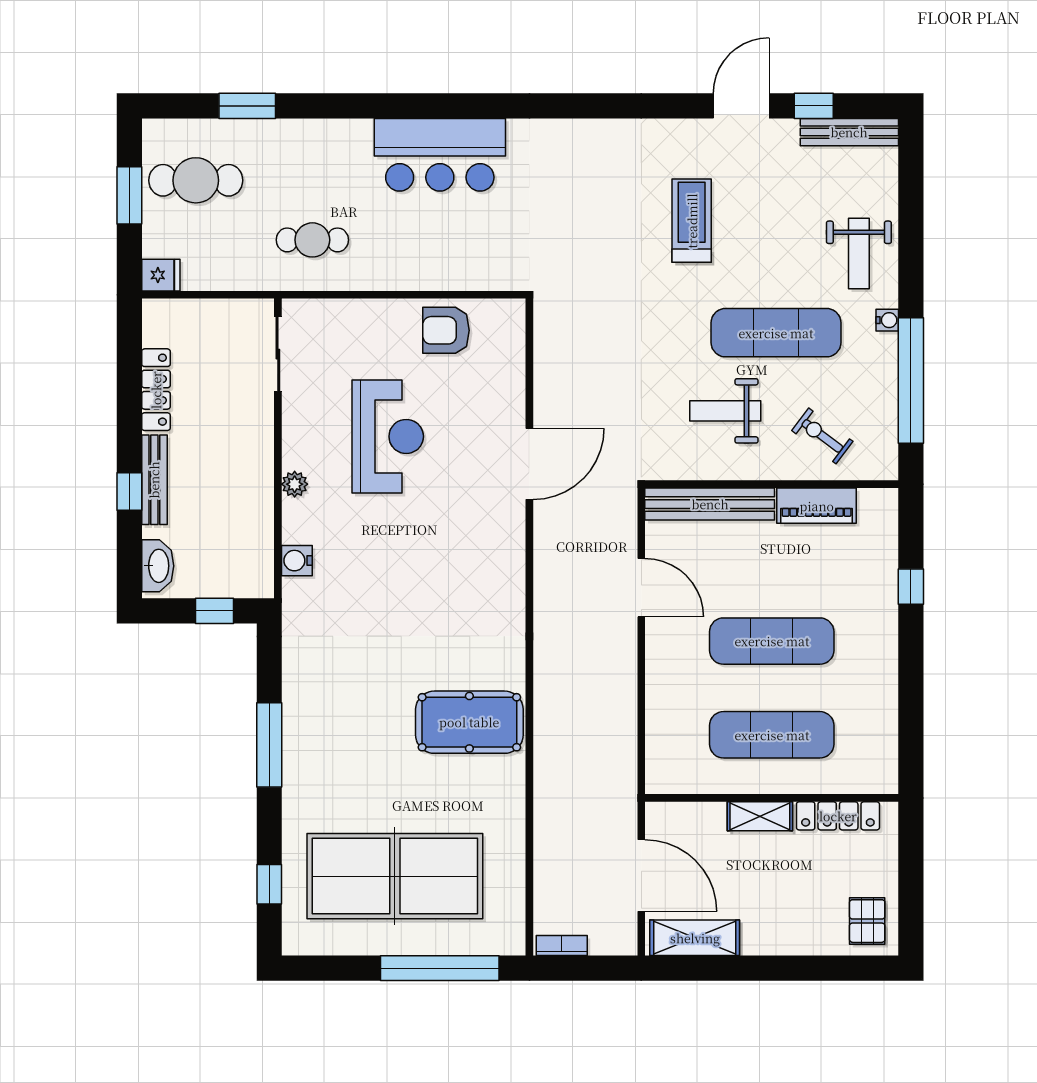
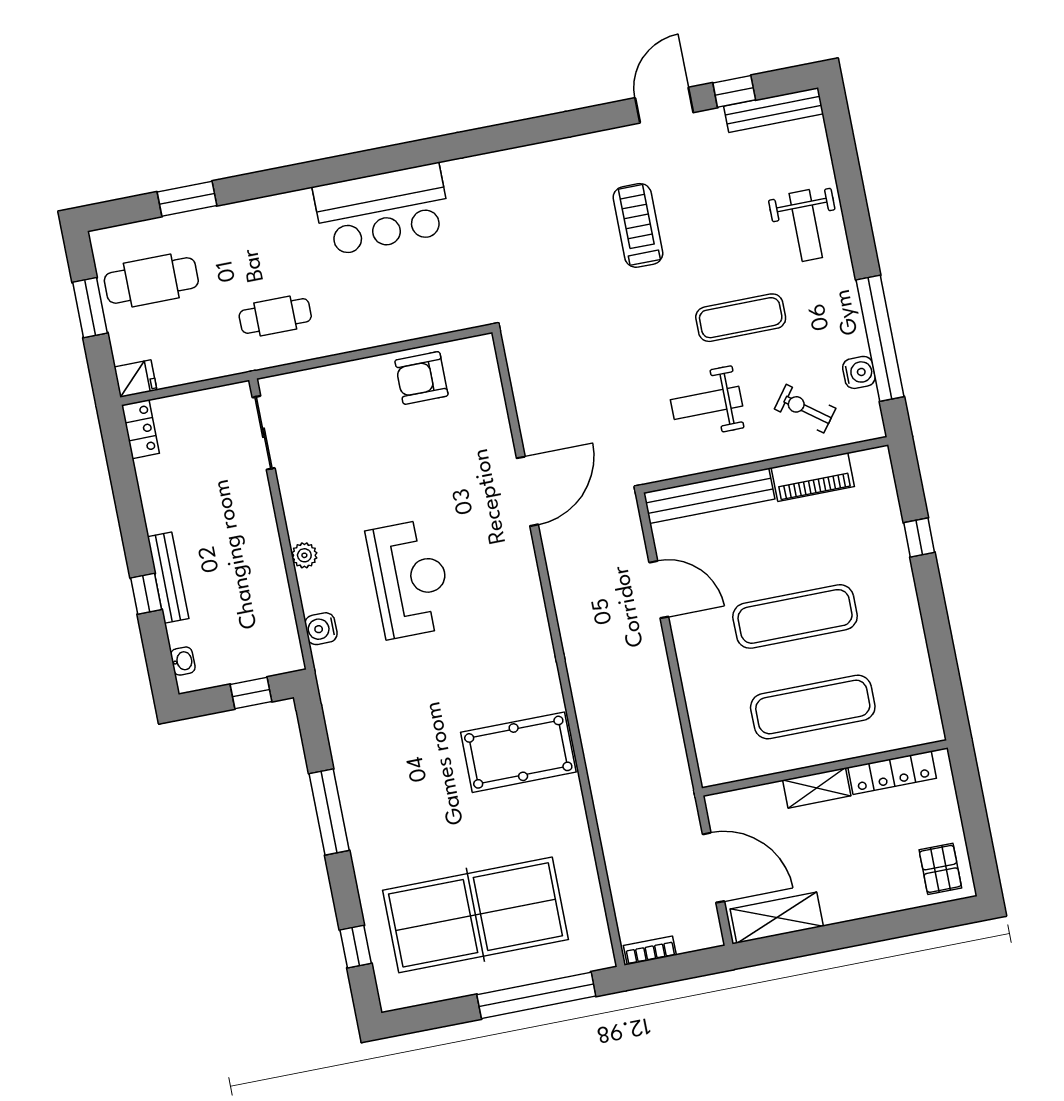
water cooler: (887, 320) -> (859, 372), moved, width x1.38, depth x1.38
exercise mat: (776, 333) -> (741, 318), width x0.73, depth x0.69
locker: (156, 390) -> (140, 429), moved, width x0.66
reception desk: (388, 436) -> (410, 579), moved
washbasin: (158, 566) -> (183, 661), width x0.52, depth x0.69

